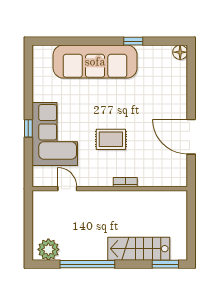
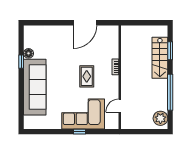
floor lamp: (180, 52) -> (29, 53), moved
window: (165, 264) -> (170, 51), moved

